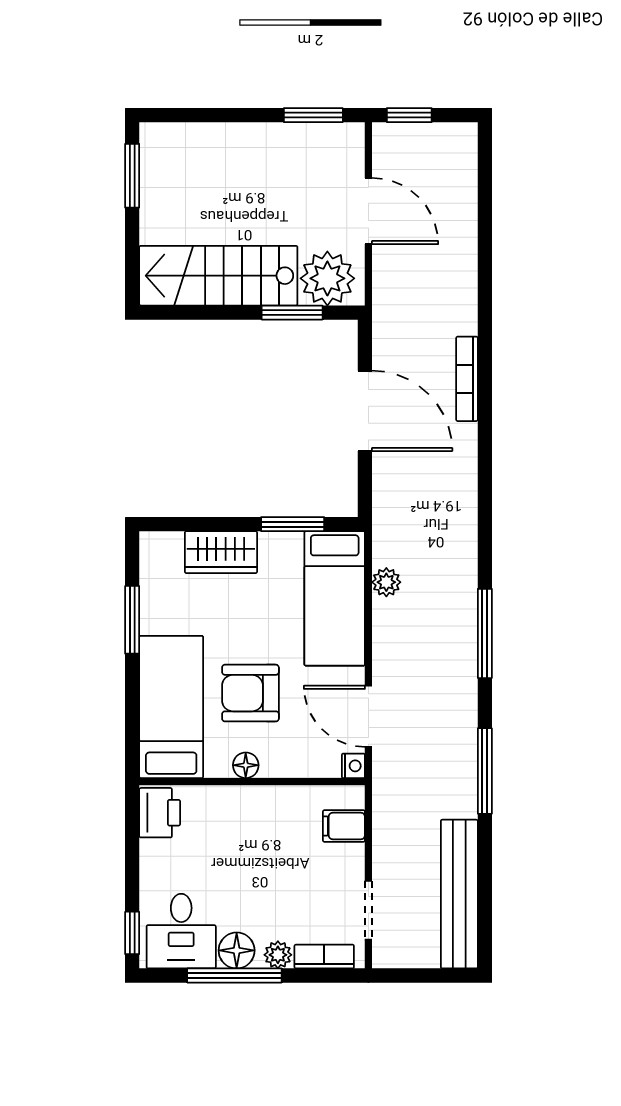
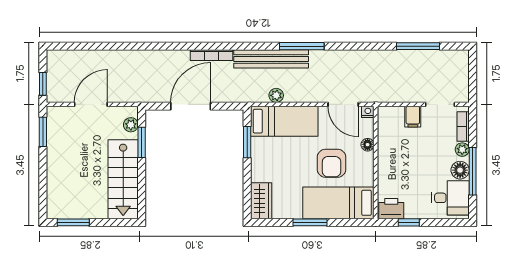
plant: (327, 278) -> (131, 125), width x0.53, depth x0.53
bookcase: (467, 379) -> (212, 55), moved
wardrobe: (221, 552) -> (261, 201), moved
window: (132, 620) -> (310, 222), moved
door: (368, 716) -> (343, 104), hinge flipped
floor lamp: (246, 765) -> (368, 145), moved
window: (485, 771) -> (418, 46), moved
filing cabinet: (344, 826) -> (413, 117), moved
bench: (459, 894) -> (271, 59), moved
window: (132, 933) -> (409, 222), moved

